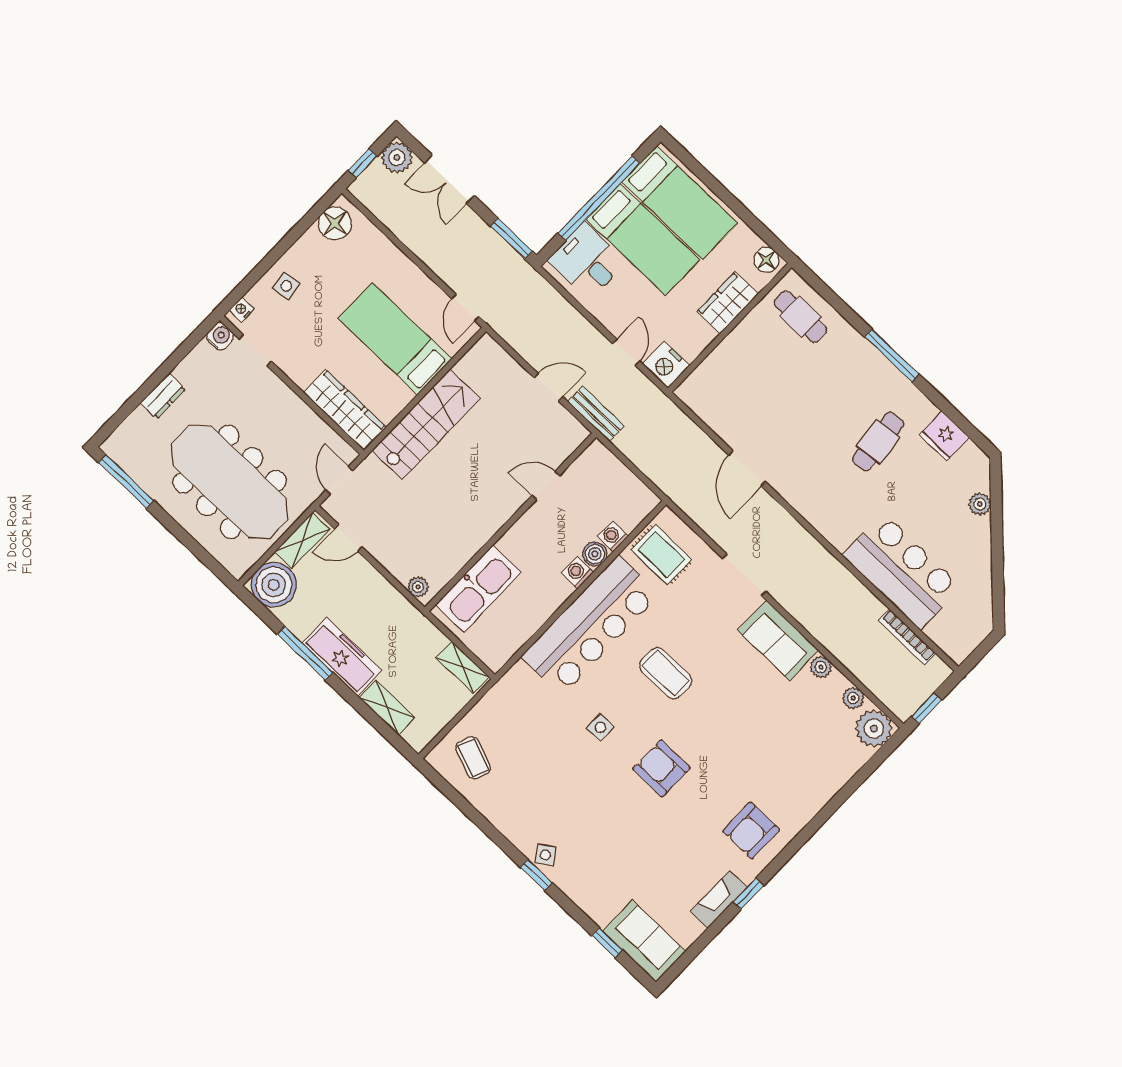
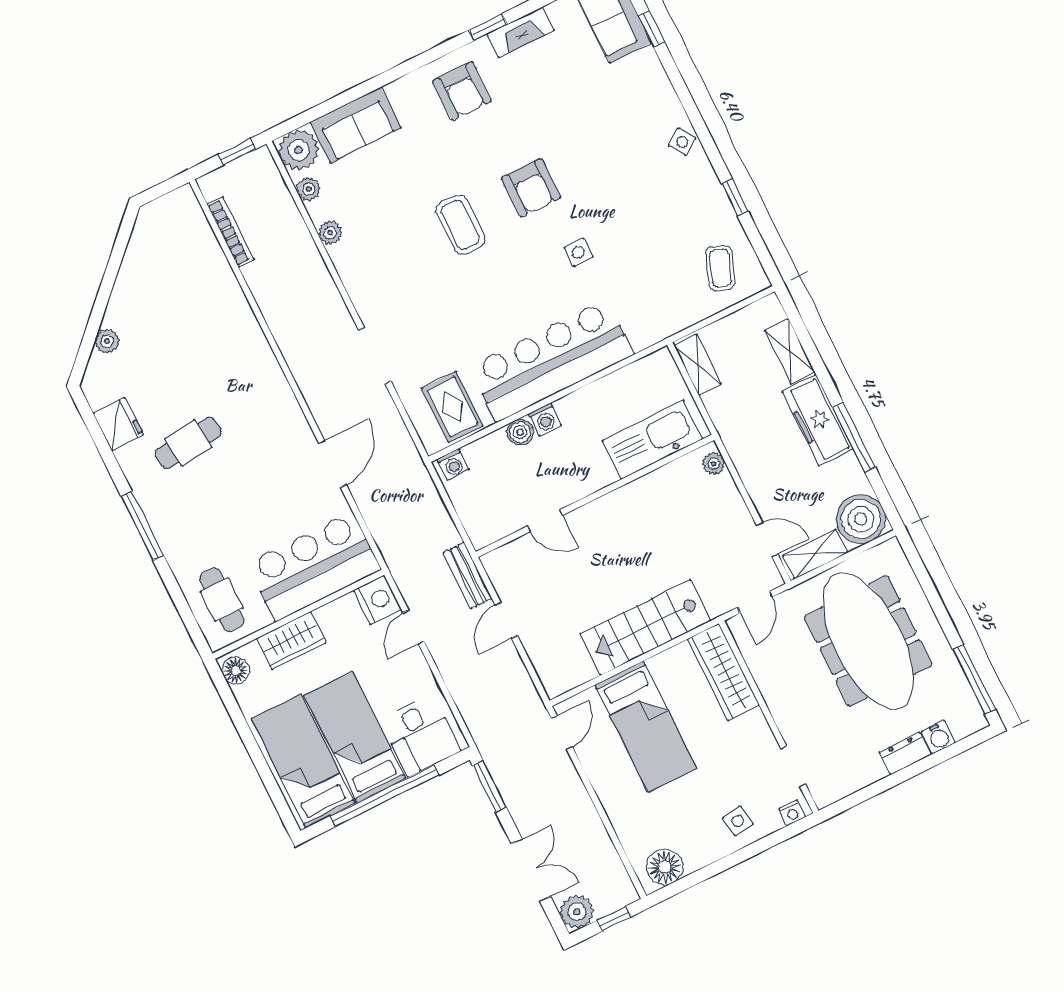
water cooler: (220, 336) -> (939, 737), moved, turned -90
door: (548, 387) -> (506, 620), hinge flipped
washing machine: (613, 536) -> (453, 464), moved
bar counter: (902, 571) -> (314, 567), moved, turned 90
sofa: (778, 640) -> (356, 125), moved, turned 90
coffee table: (666, 673) -> (460, 225), moved
armchair: (751, 831) -> (462, 91), turned 90
window: (536, 875) -> (735, 197), moved

